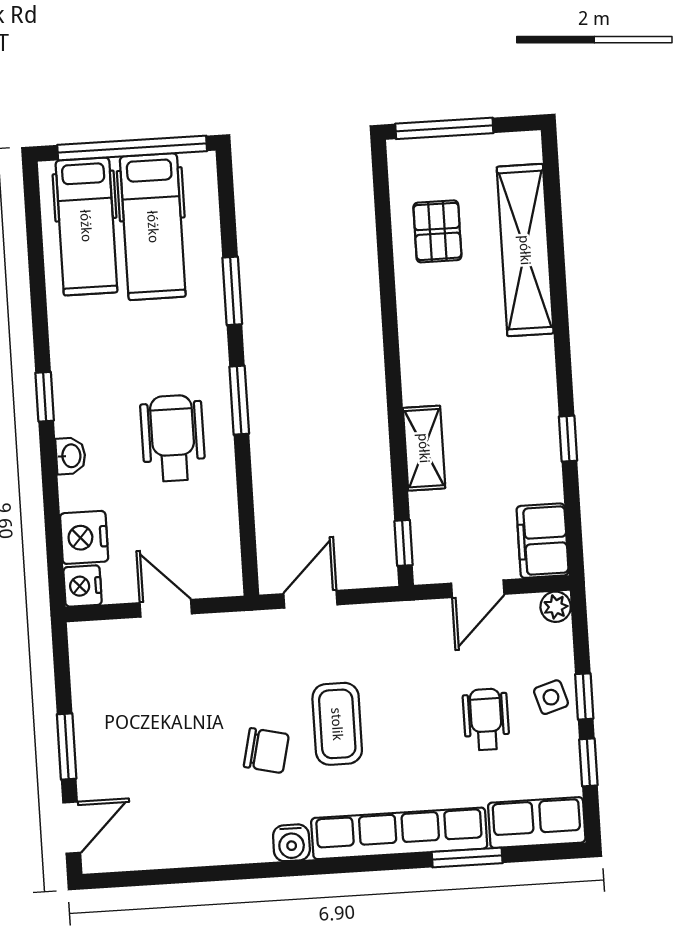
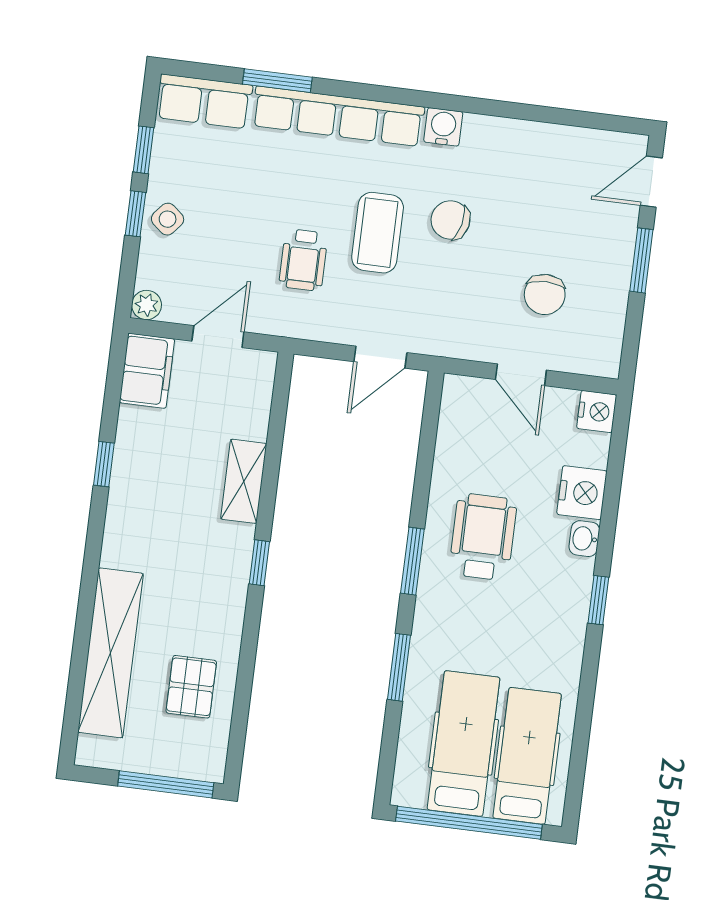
wheelchair: (173, 438) -> (483, 537), turned 180
nightstand: (84, 537) -> (582, 493), moved
window: (404, 543) -> (259, 563), moved
chair: (157, 694) -> (545, 294), added
side table: (551, 697) -> (168, 219), turned -33
wheelchair: (486, 719) -> (303, 260), moved

